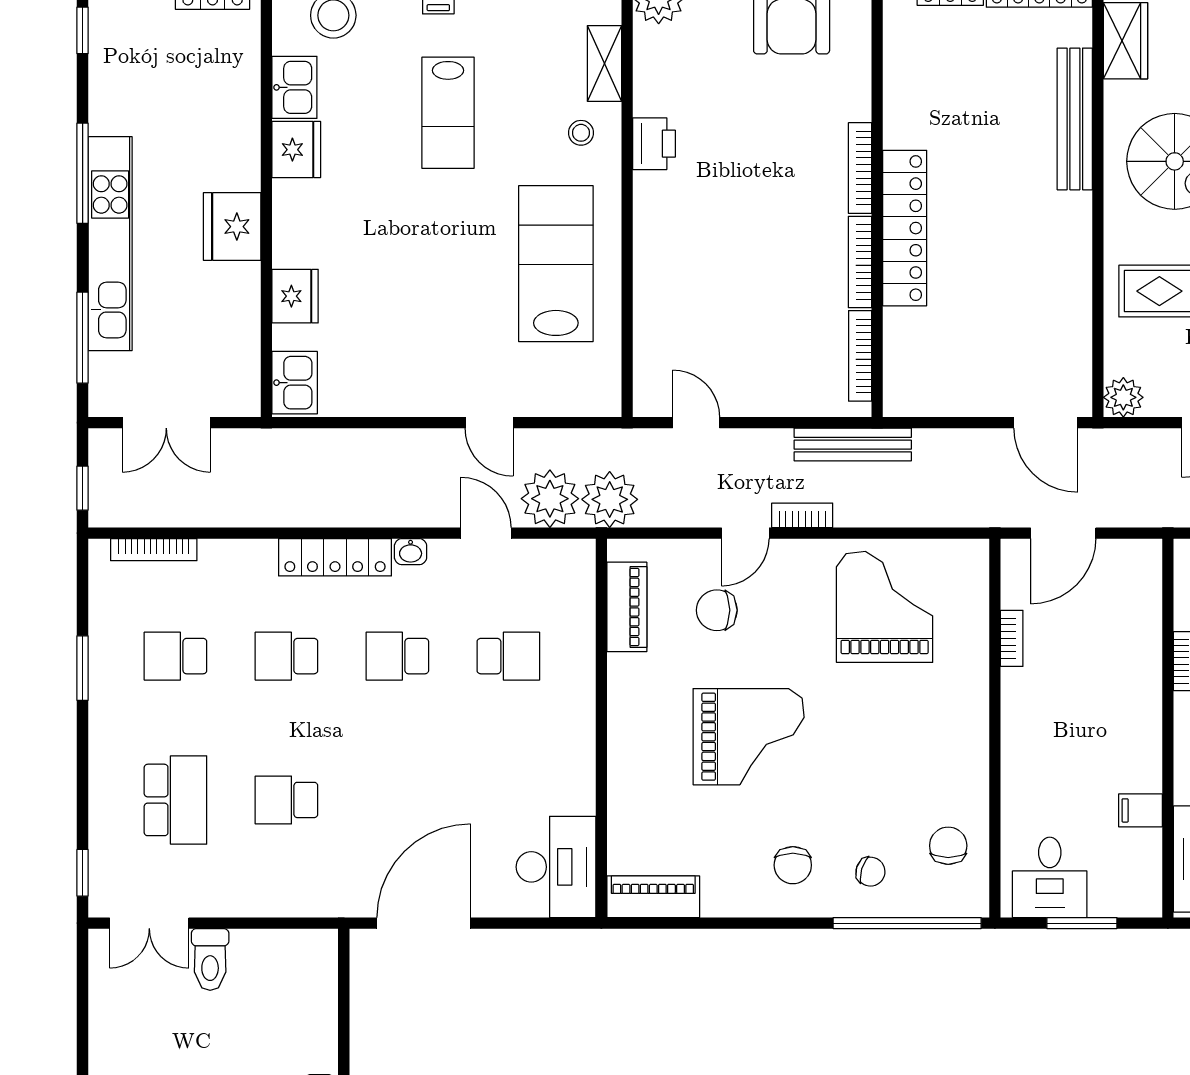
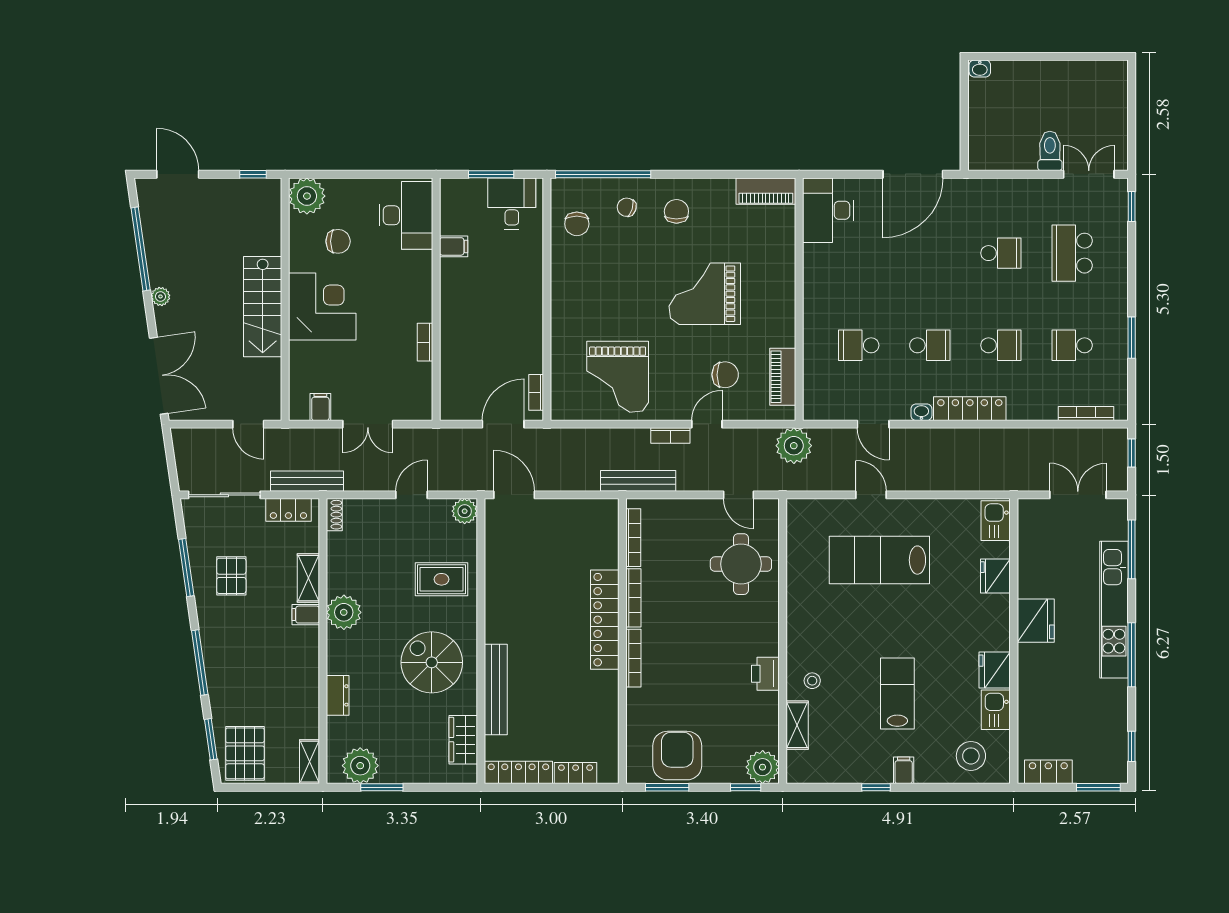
lab bench: (556, 264) -> (879, 560), moved, turned 90
round table: (692, 315) -> (741, 564), added
plant: (550, 499) -> (832, 446), removed
bookcase: (1012, 638) -> (536, 392), moved
school desk: (175, 656) -> (1072, 345), turned 180

